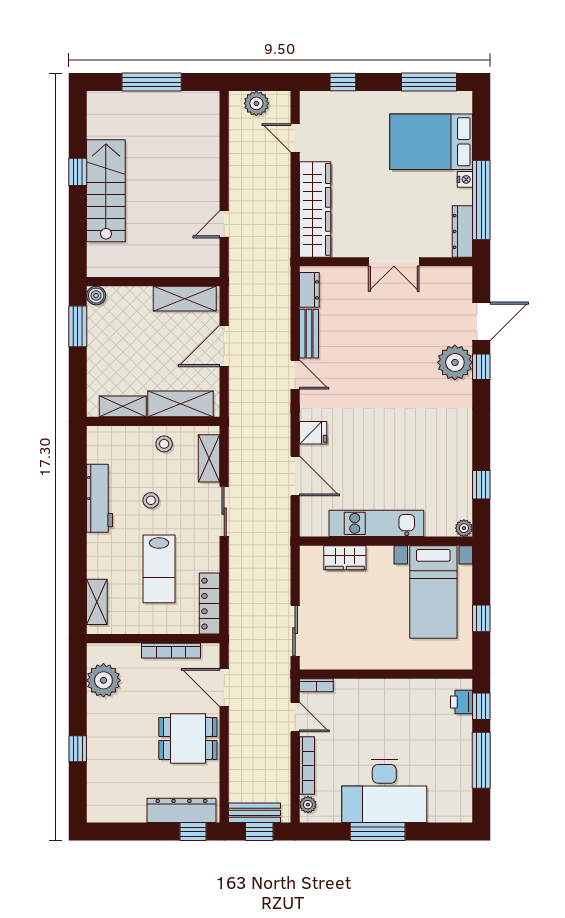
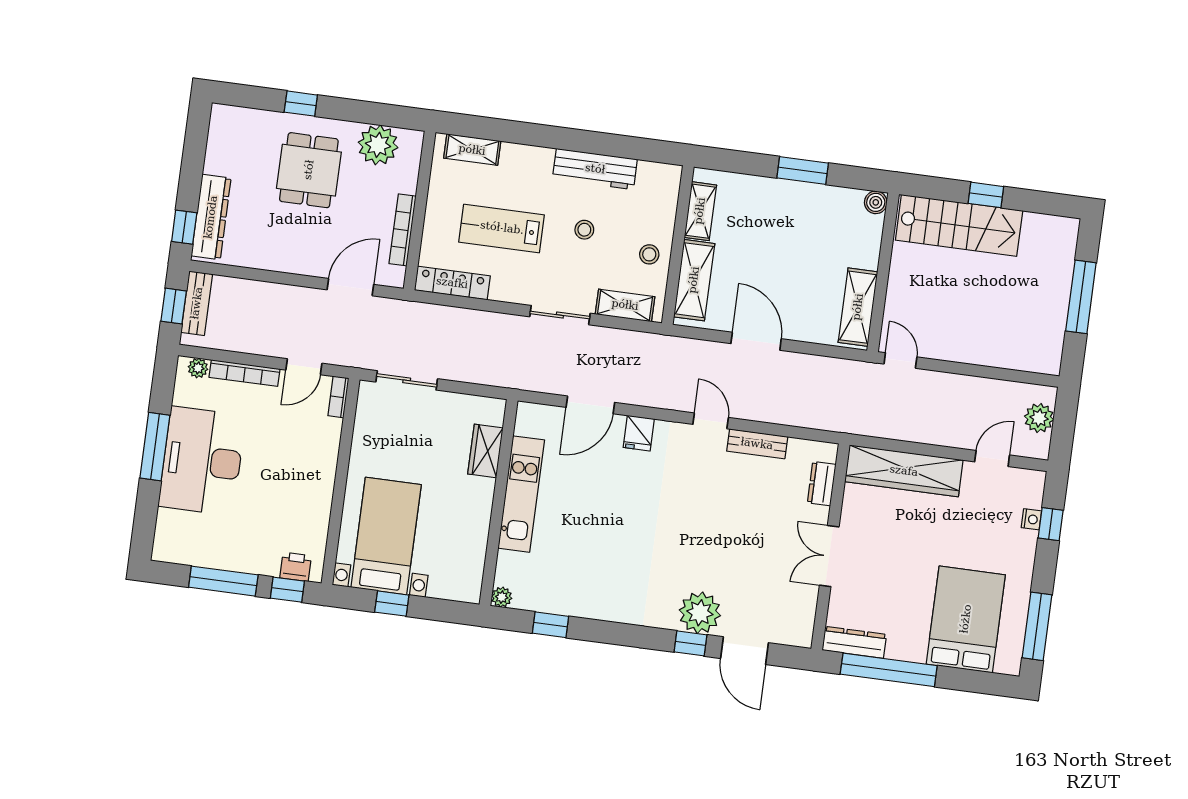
nightstand: (465, 179) -> (1031, 519), moved, turned -90
wall: (153, 282) -> (883, 272), moved
dresser: (309, 290) -> (822, 484), moved, turned 90
boiler: (96, 296) -> (876, 202), moved
shelving: (185, 299) -> (858, 307), moved
door: (295, 375) -> (711, 421), swing flipped
bed with nightstands: (433, 592) -> (386, 536), moved, turned 90
dining table: (188, 738) -> (309, 170), moved

